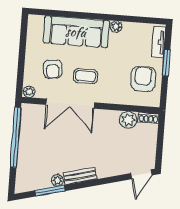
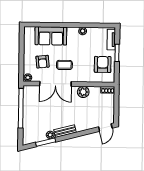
sofa: (76, 32) -> (51, 36), width x0.73
plant: (128, 120) -> (83, 92), moved

